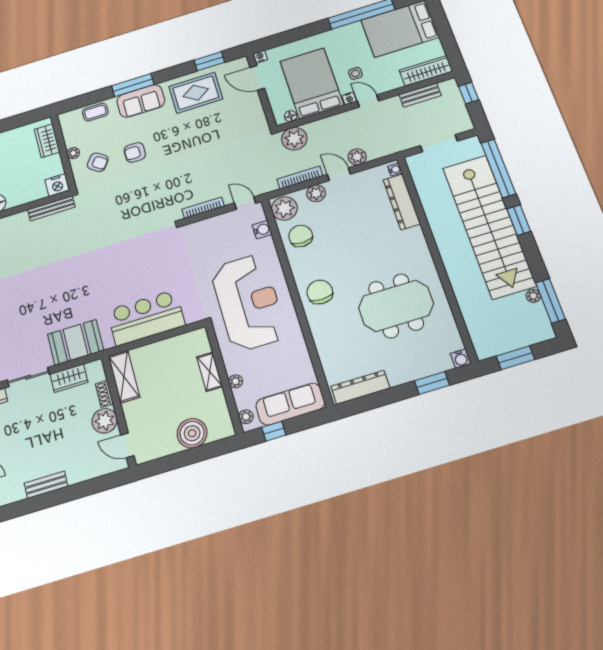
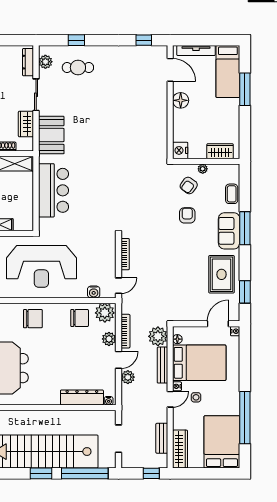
bench: (51, 208) -> (162, 365), moved

